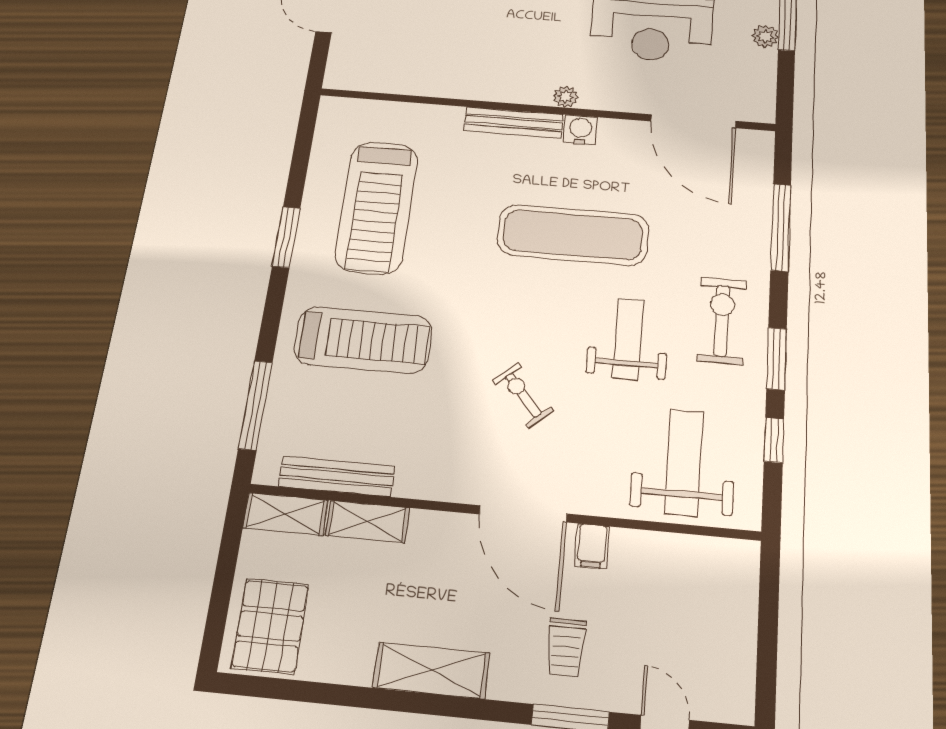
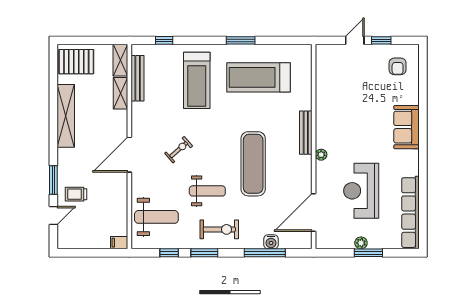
water cooler: (580, 130) -> (271, 242), moved, turned 90
window: (255, 405) -> (164, 40), width x0.46
filing cabinet: (592, 546) -> (119, 243), moved
trolley: (566, 647) -> (76, 194), moved
shelving: (431, 670) -> (66, 116), width x1.47

